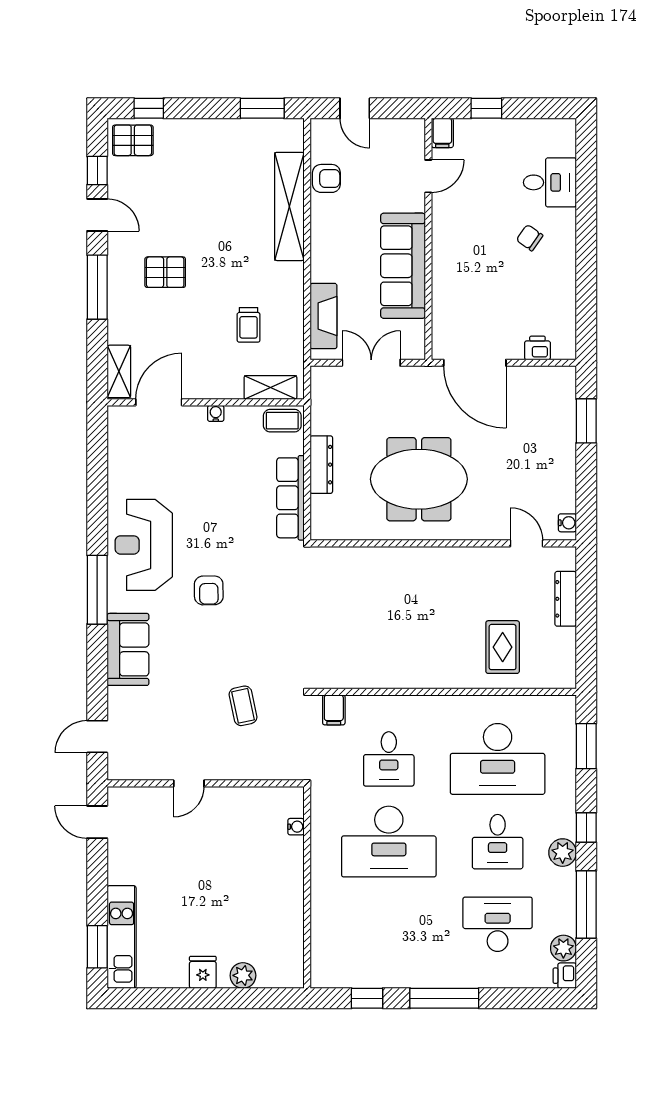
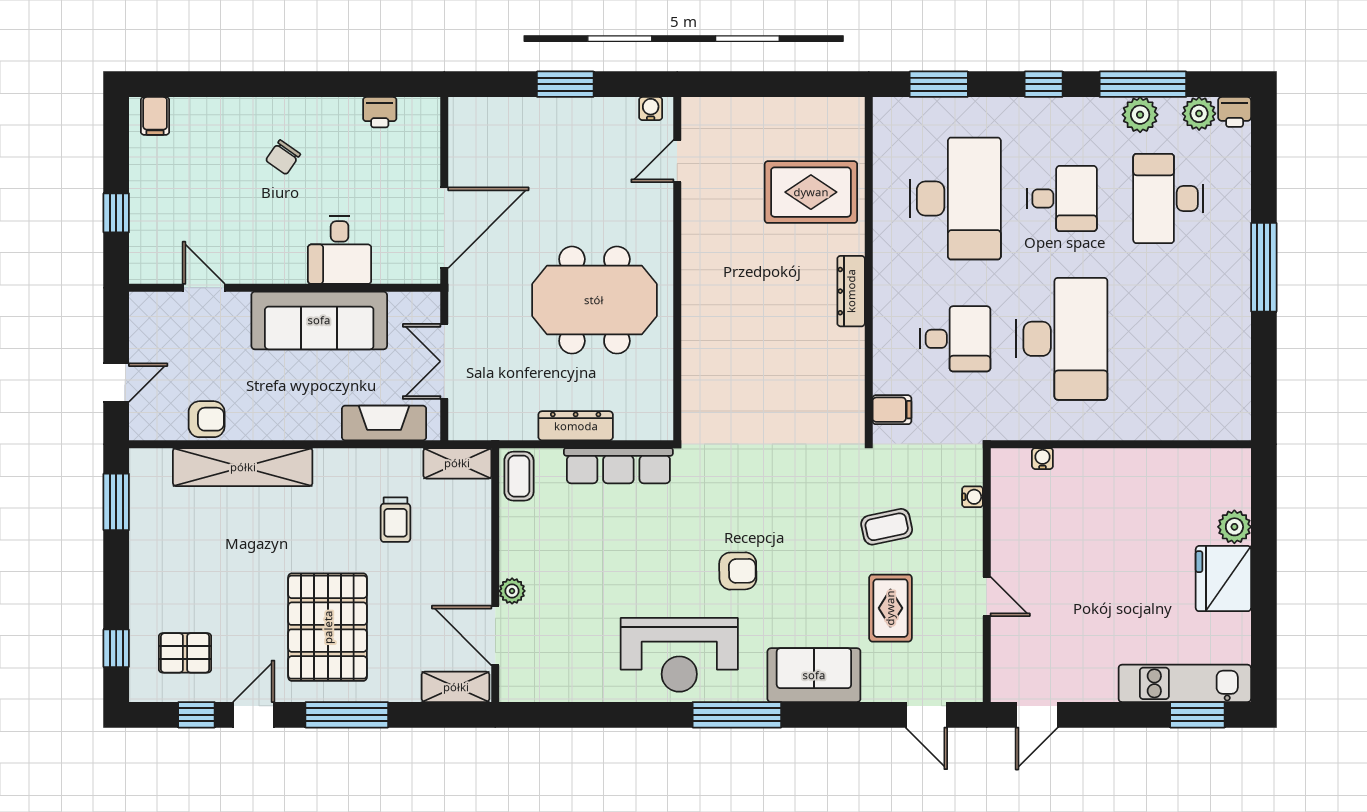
filing cabinet: (442, 133) -> (155, 116), moved, turned 90
pallet: (133, 140) -> (185, 653), moved, turned 90
armchair: (326, 178) -> (207, 419), turned 90
desk: (550, 182) -> (340, 250), moved, turned 180
pallet: (165, 272) -> (328, 627), width x2.05, depth x2.00
trolley: (249, 325) -> (395, 520), turned 90
printer: (537, 348) -> (380, 112), moved, turned -90
shelving: (270, 387) -> (457, 463), moved, turned 90
water cooler: (216, 413) -> (972, 497), moved, turned 180
plant: (193, 415) -> (512, 591), added
window: (586, 421) -> (565, 84), moved
meeting table: (419, 479) -> (594, 300), turned 90
dresser: (566, 599) -> (851, 291), moved, turned 90
rug: (503, 647) -> (811, 192), width x1.36, depth x1.43
rug: (180, 709) -> (890, 608), added
plant: (563, 853) -> (1140, 115), moved
fridge: (203, 972) -> (1223, 579), width x1.88, depth x1.34
window: (367, 998) -> (1264, 367), removed

